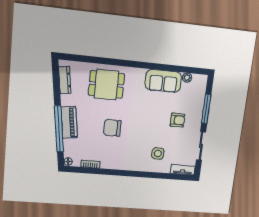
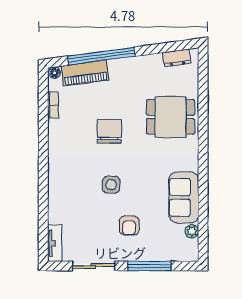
dresser: (65, 80) -> (177, 58), width x0.70
dining table: (106, 85) -> (171, 117), turned 90
piano: (69, 122) -> (85, 73), moved
side table: (158, 153) -> (111, 185), moved

